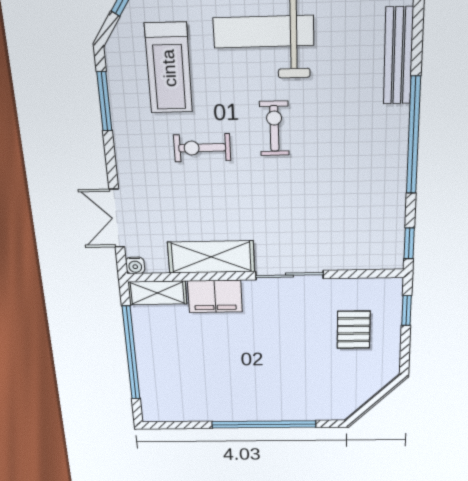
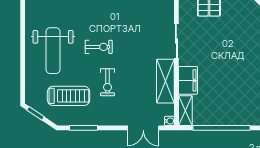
exercise bike: (274, 128) -> (99, 47), turned 180

